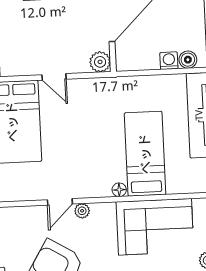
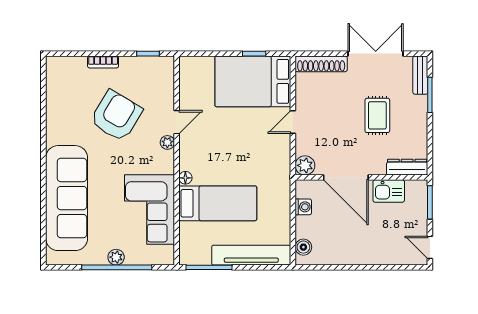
washing machine: (169, 61) -> (303, 207), moved
door: (60, 202) -> (177, 122), swing flipped

